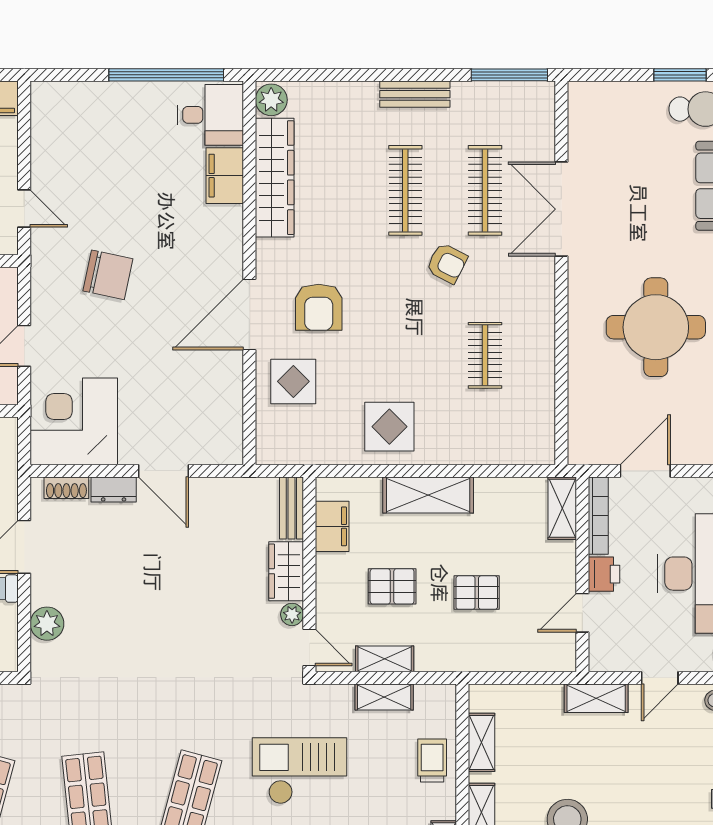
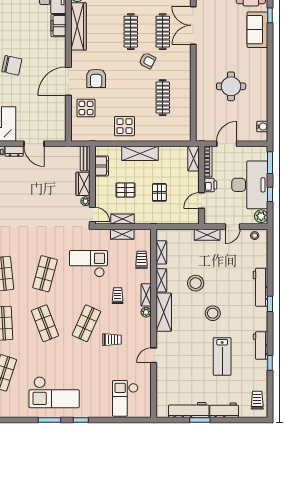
double door: (561, 209) -> (193, 25), moved
round table: (656, 327) -> (231, 86), width x0.73, depth x0.73
clothes rail: (485, 355) -> (163, 98), width x1.36
pallet: (477, 593) -> (159, 192), turned 90

